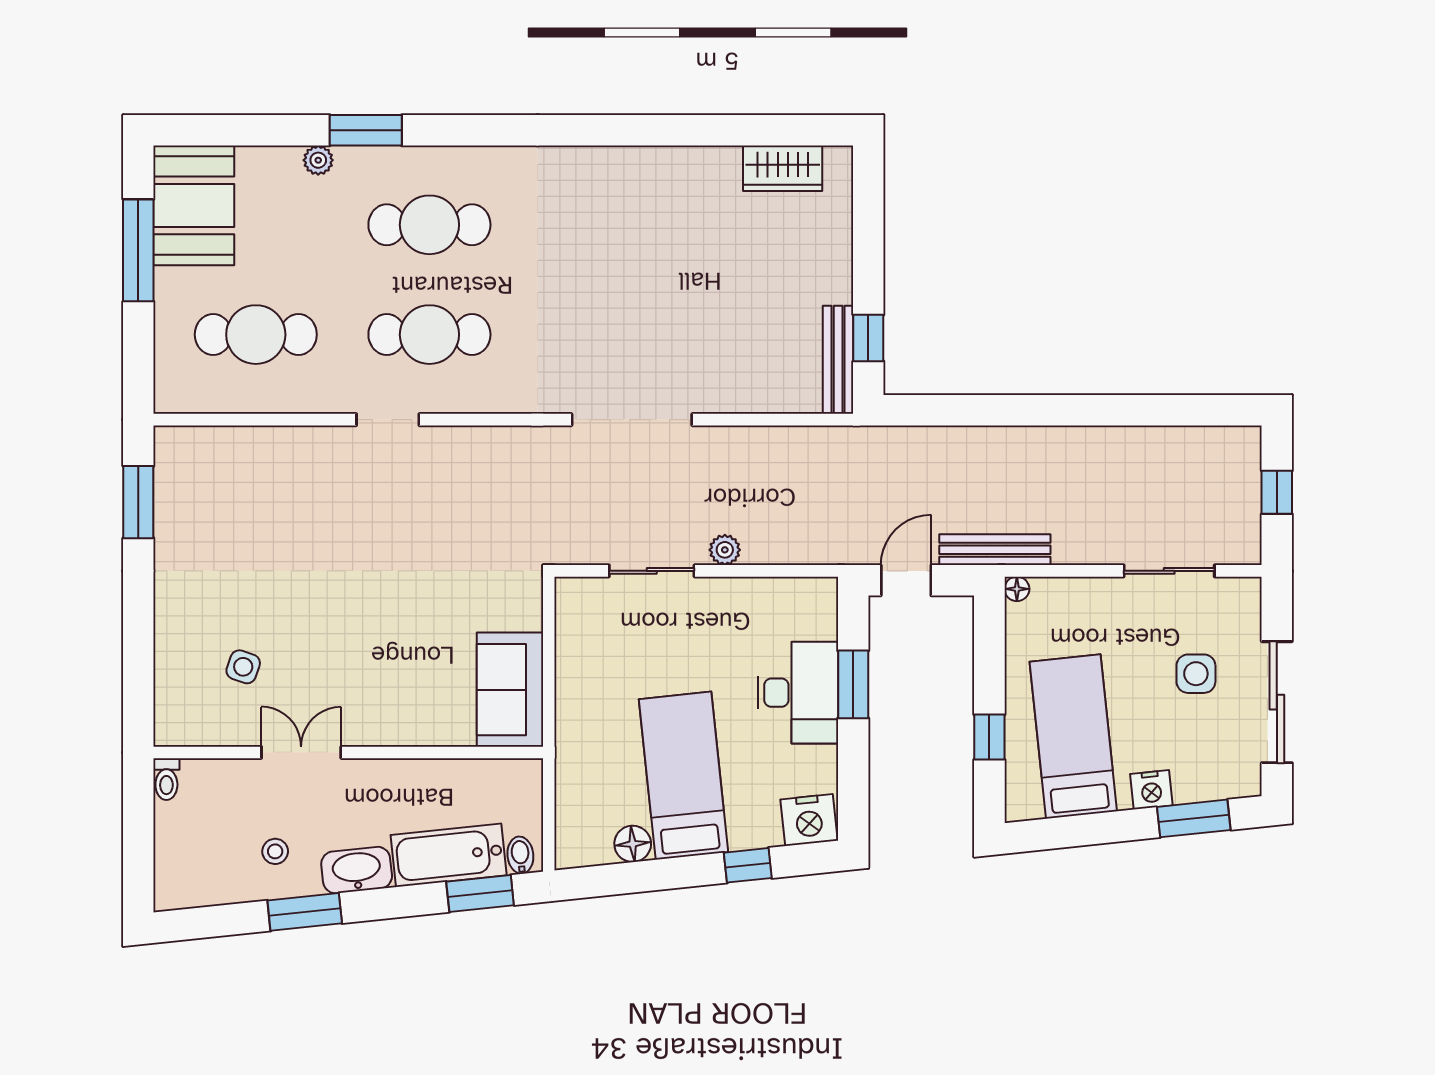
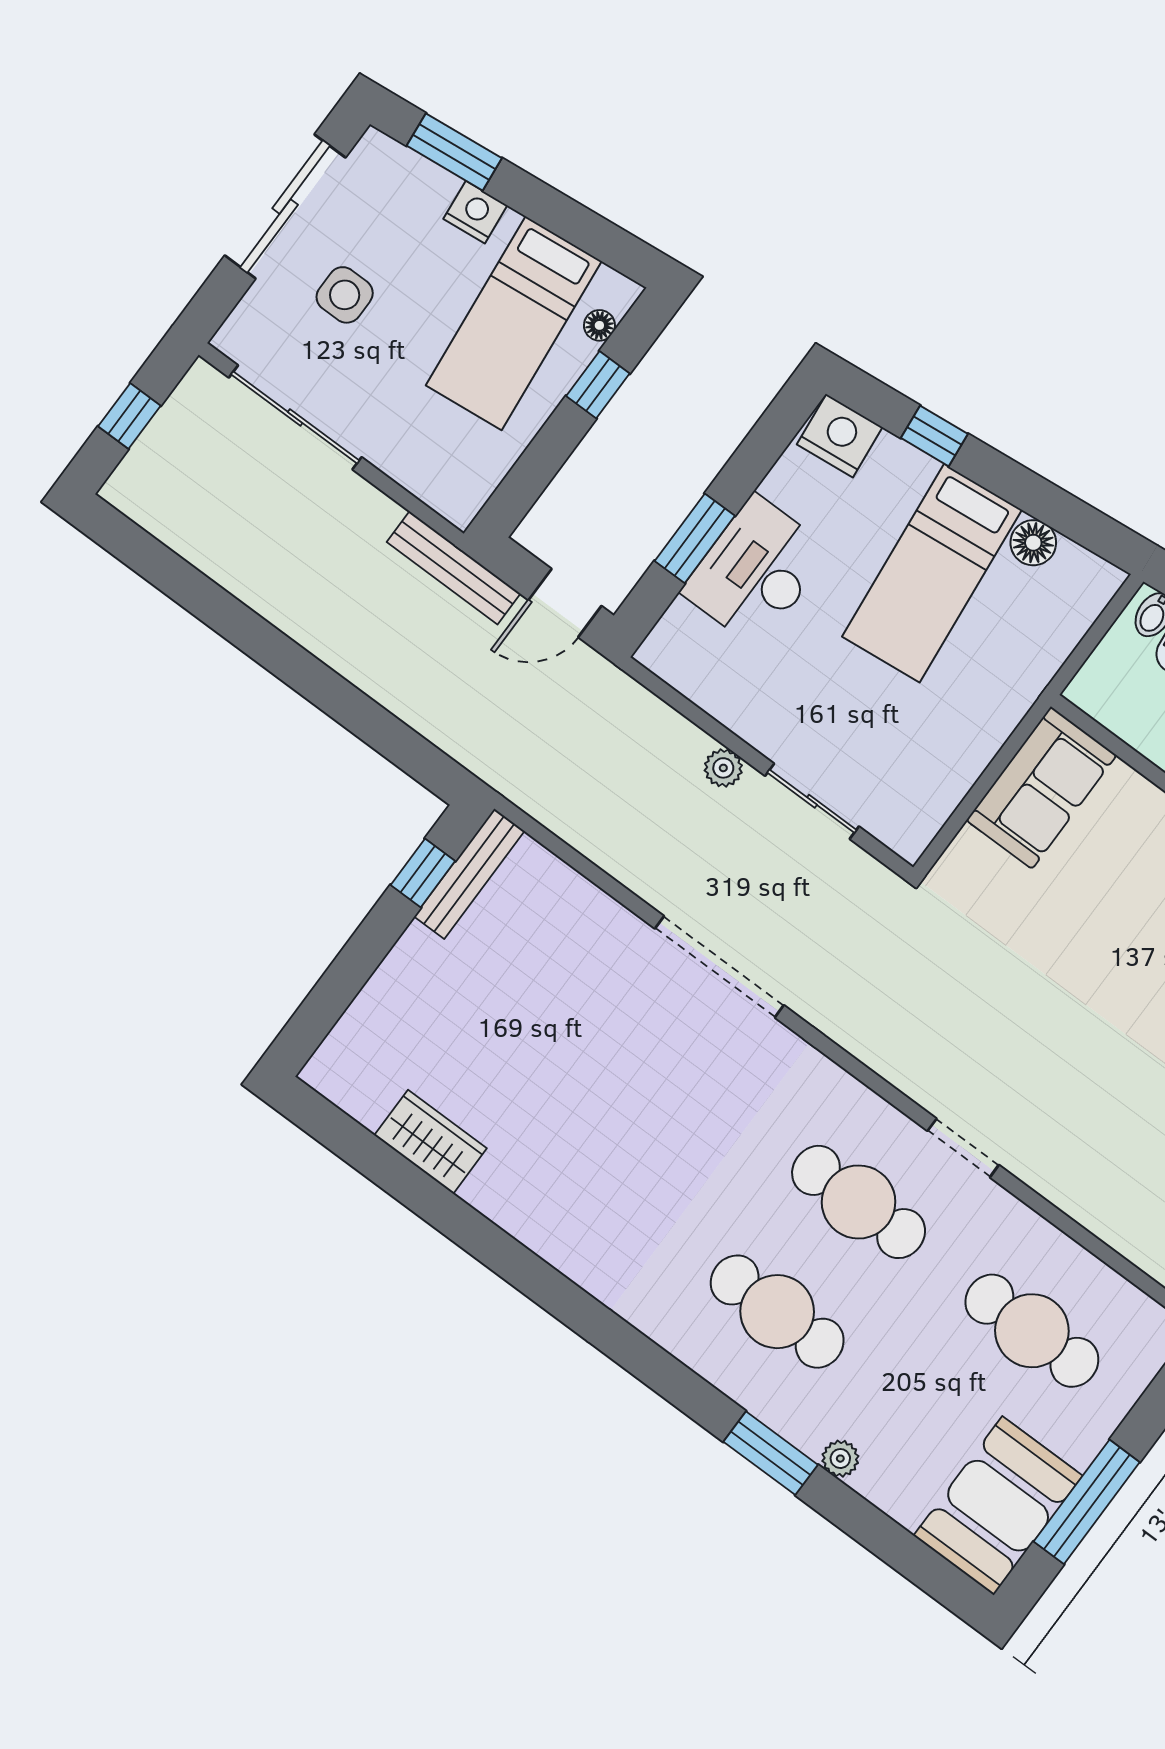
wardrobe: (783, 168) -> (431, 1142), moved
sliding door: (1169, 571) -> (295, 417), width x1.37
floor lamp: (1017, 589) -> (599, 325), moved

